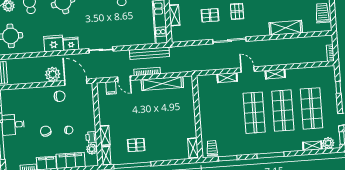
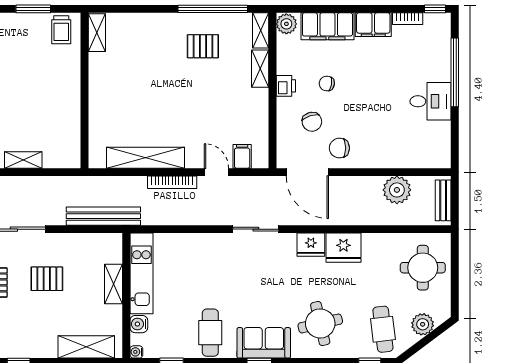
bench: (149, 53) -> (103, 216), moved
plant: (53, 74) -> (397, 190), moved
chair: (46, 131) -> (312, 122), moved
printer: (91, 137) -> (286, 86), moved
plant: (92, 149) -> (286, 24), moved

